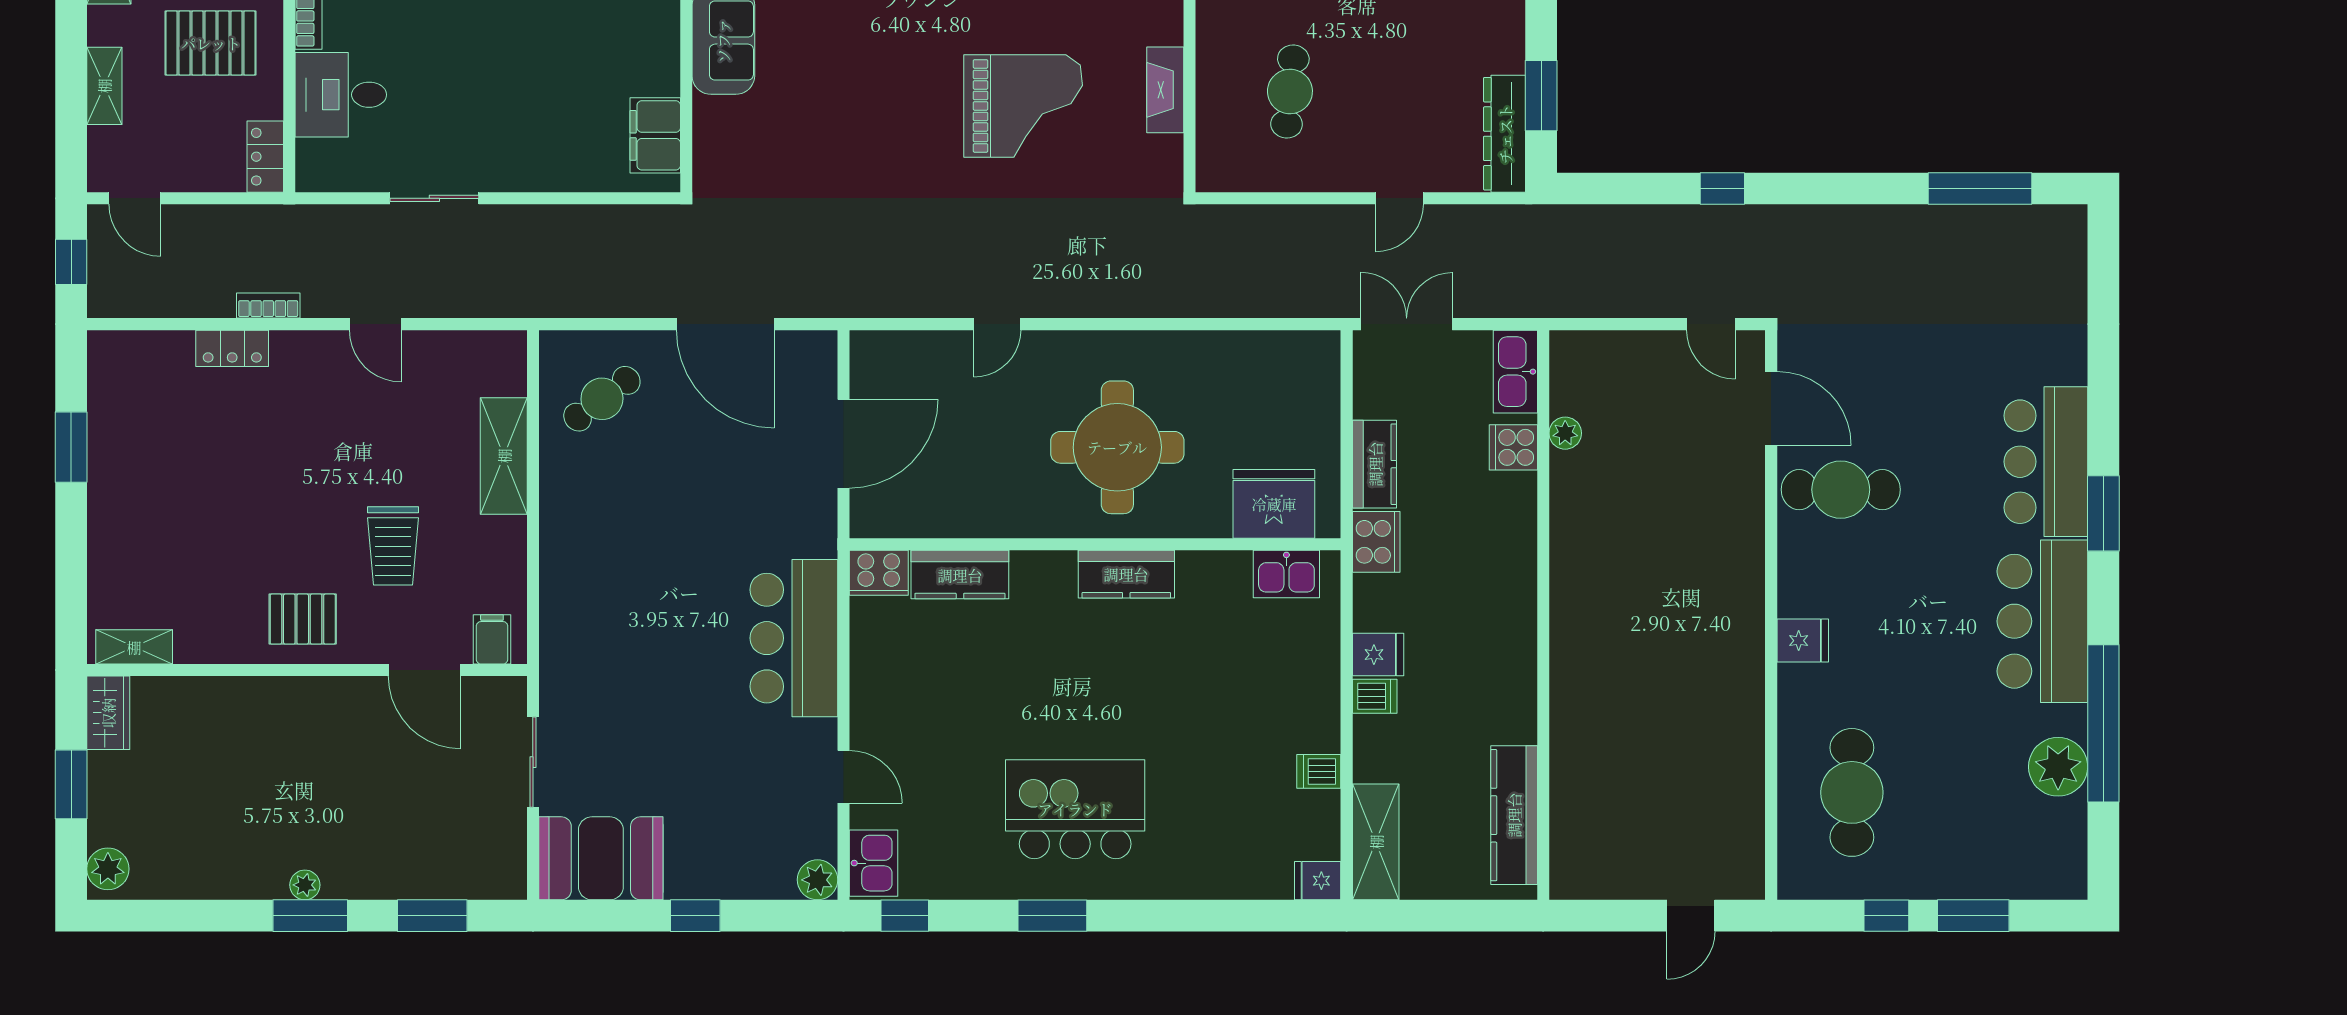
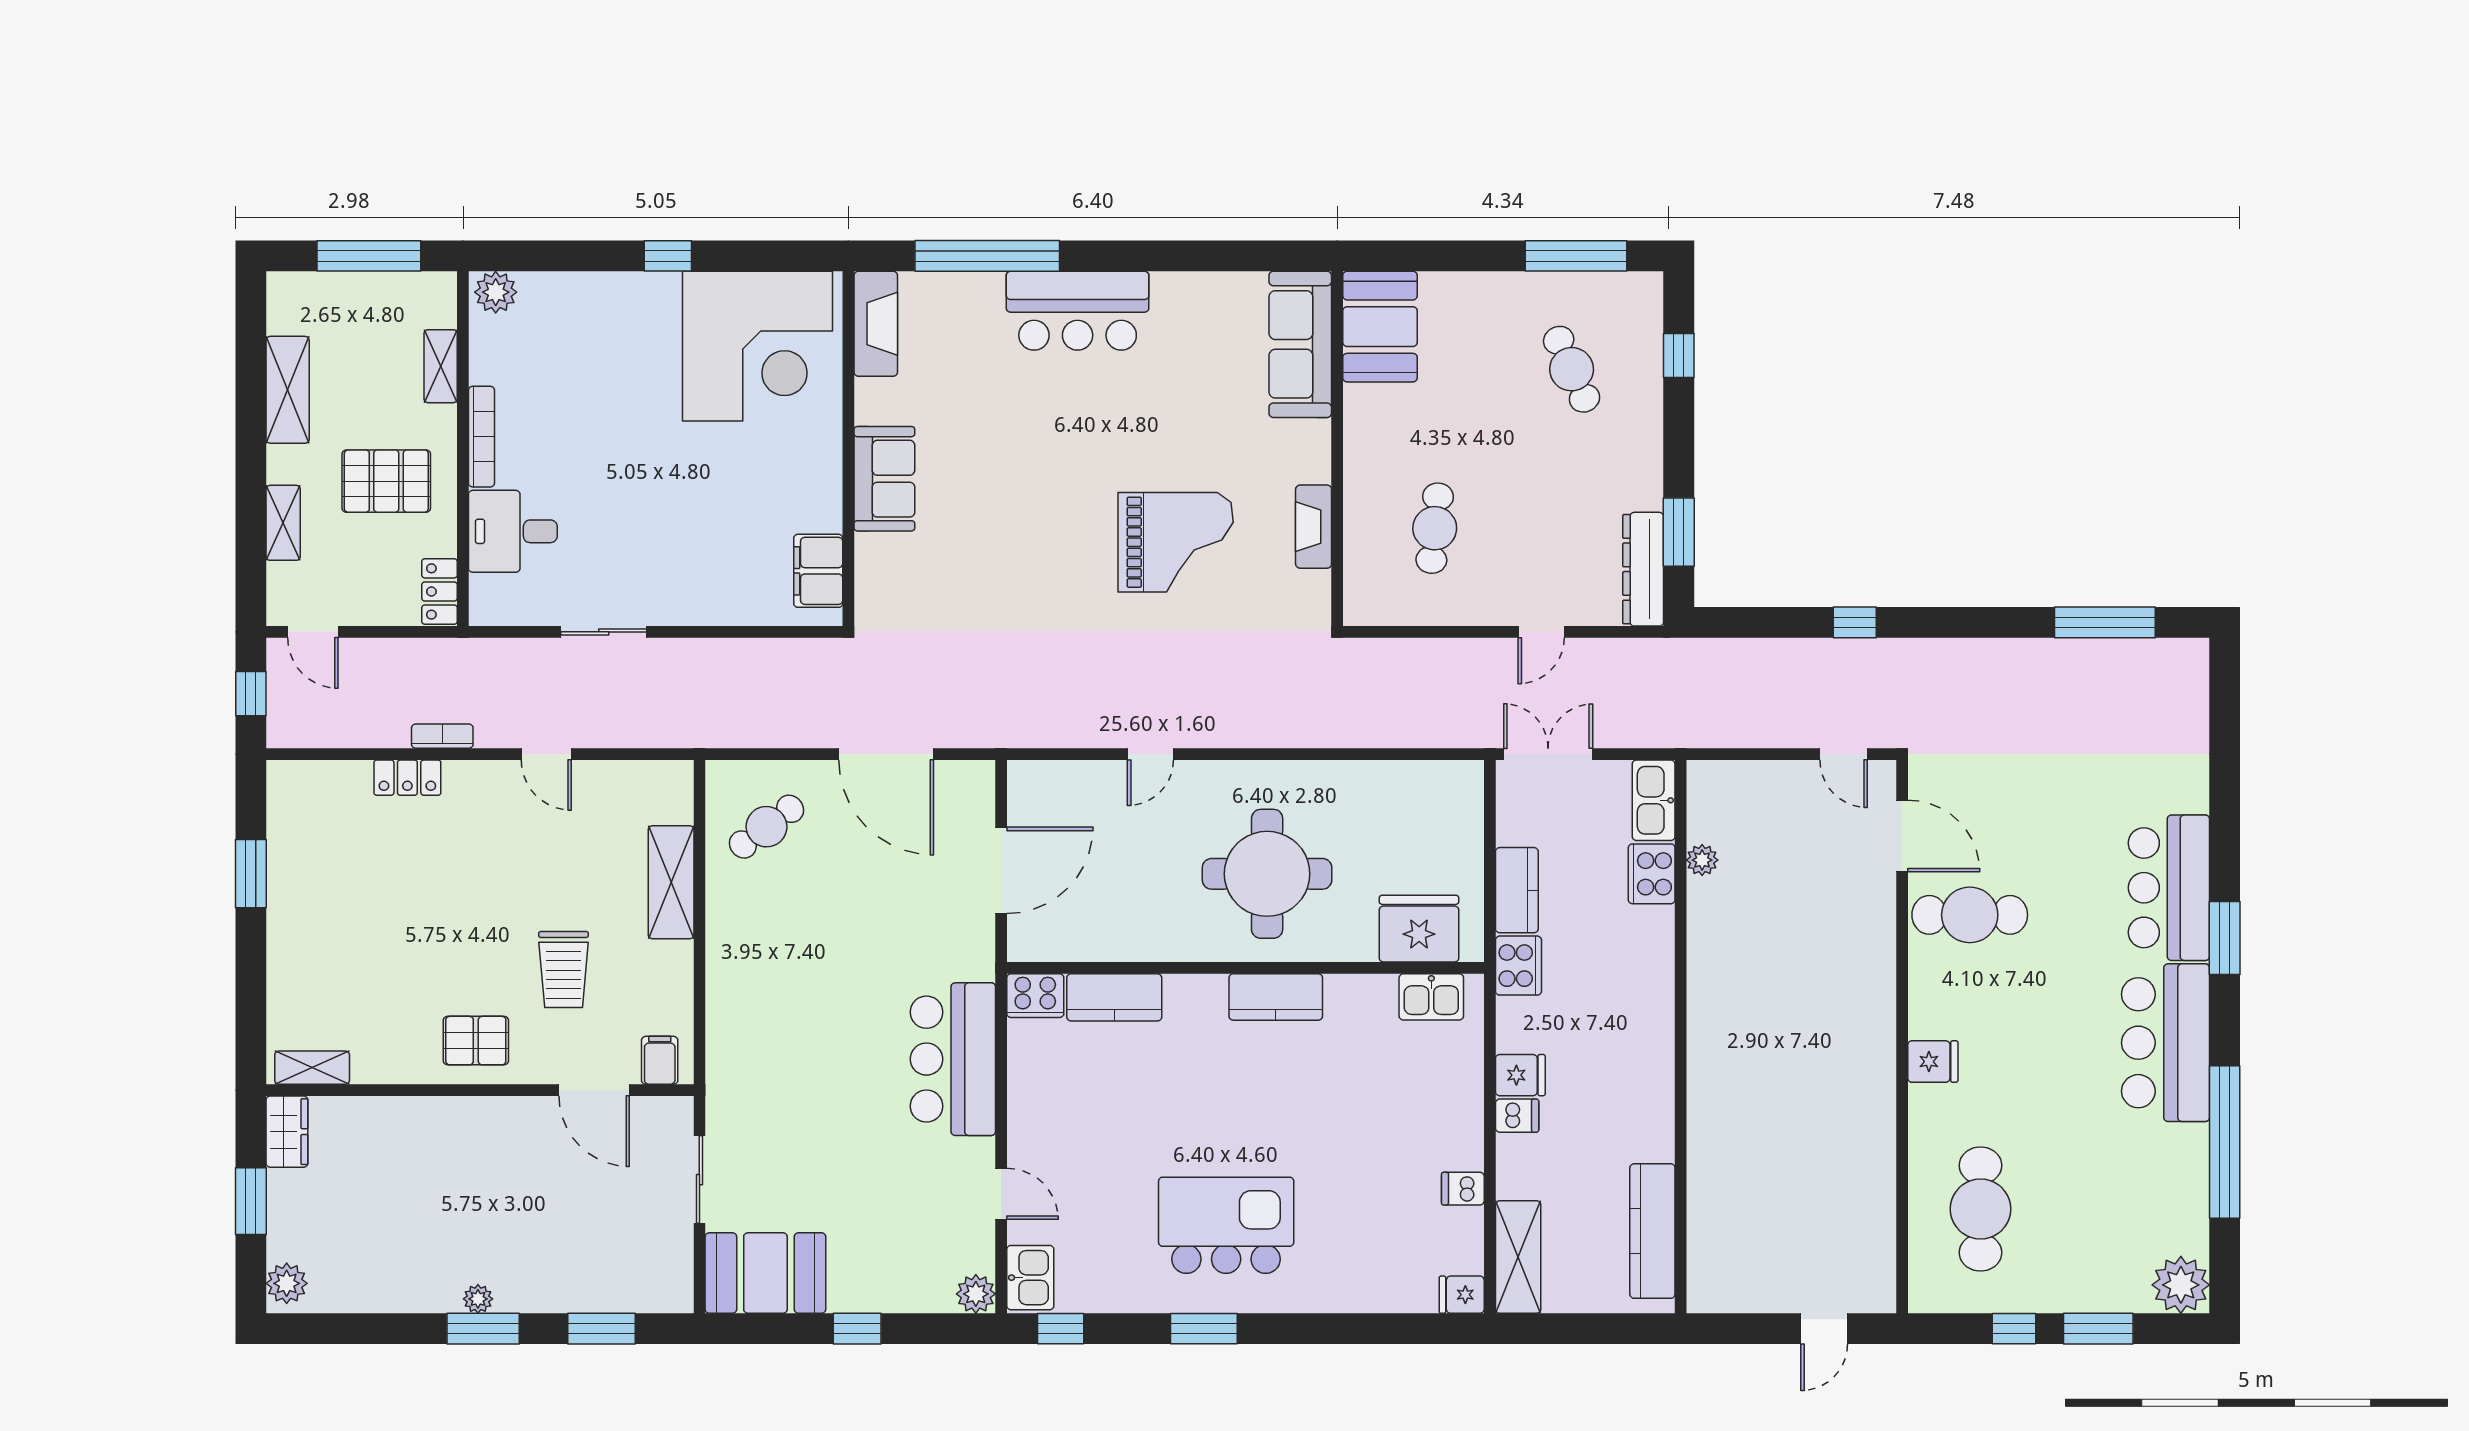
cooker: (1513, 447) -> (1652, 874), width x1.36
plant: (2058, 767) -> (2181, 1285), moved

